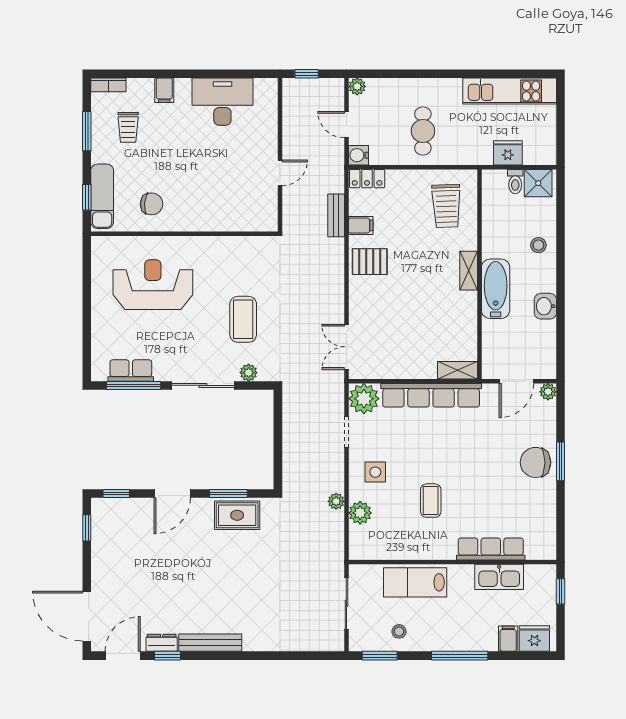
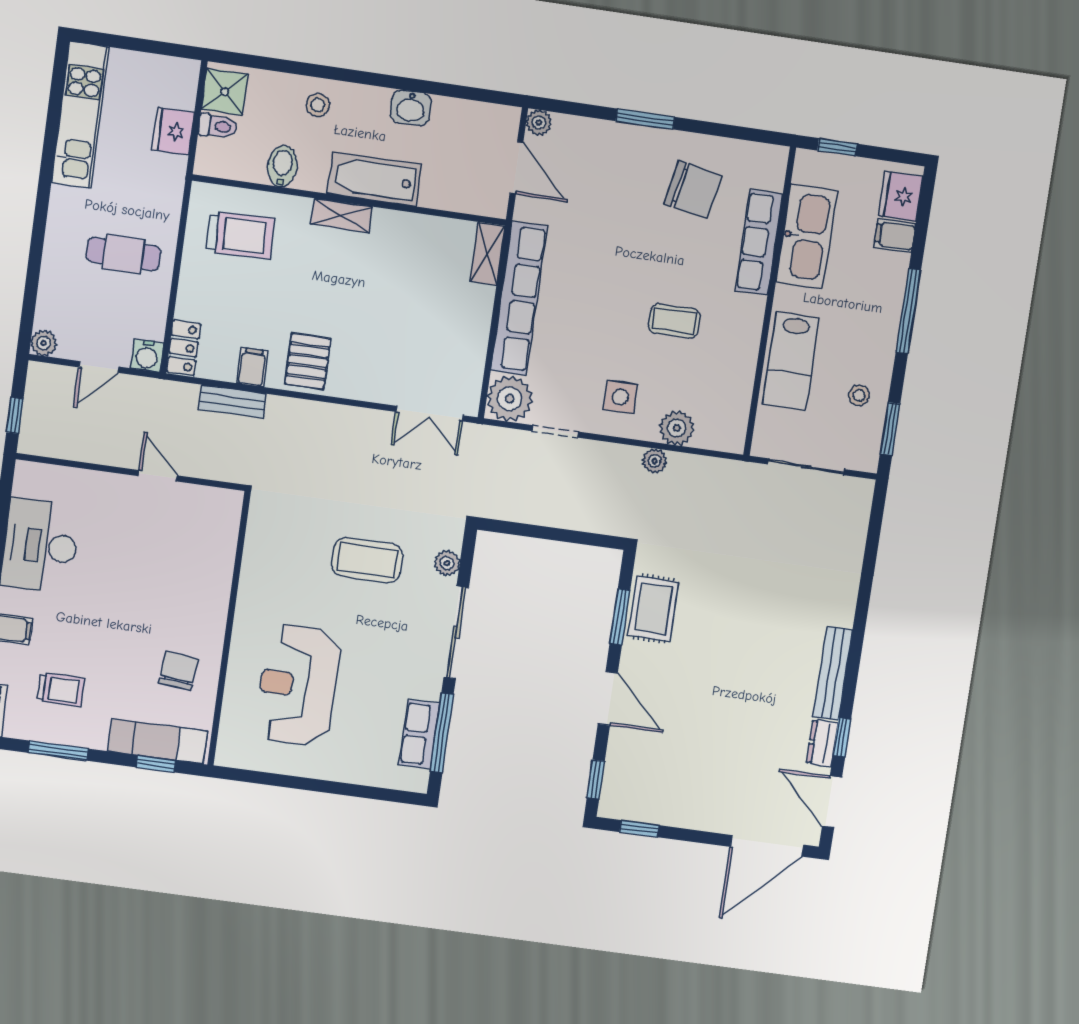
bidet: (495, 227) -> (282, 166), added
chair: (535, 462) -> (693, 190), moved, turned -79
kitchen sink: (499, 577) -> (807, 236), width x1.36, depth x1.24

